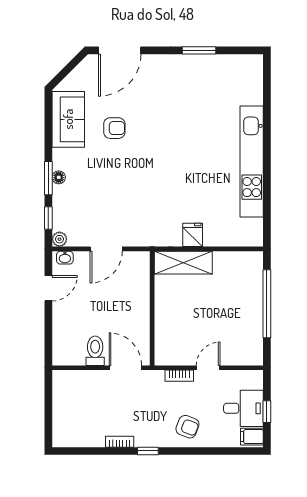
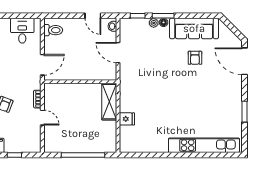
sofa: (68, 119) -> (194, 28), width x1.36
kitchen unit: (252, 161) -> (204, 145), moved
fridge: (193, 235) -> (127, 119), moved
plant: (59, 239) -> (154, 23), moved
toilet: (95, 351) -> (53, 30), moved
desk: (243, 408) -> (22, 31), moved, turned 180

